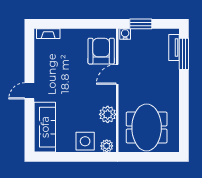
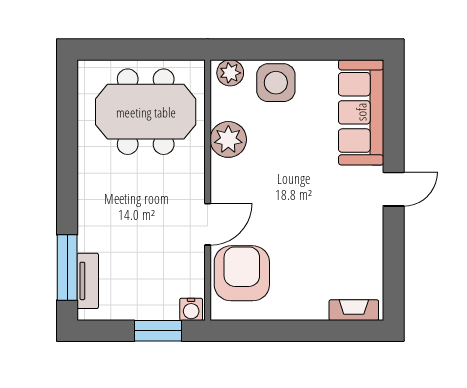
armchair: (101, 51) -> (242, 273), turned 180
meeting table: (147, 127) -> (146, 112), turned 90

